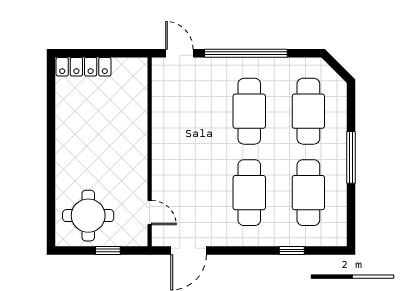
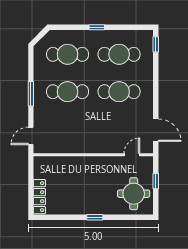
window: (246, 53) -> (31, 94), width x0.47
window: (51, 154) -> (95, 217), added
window: (351, 157) -> (97, 27), width x0.46
window: (292, 251) -> (156, 44), moved

